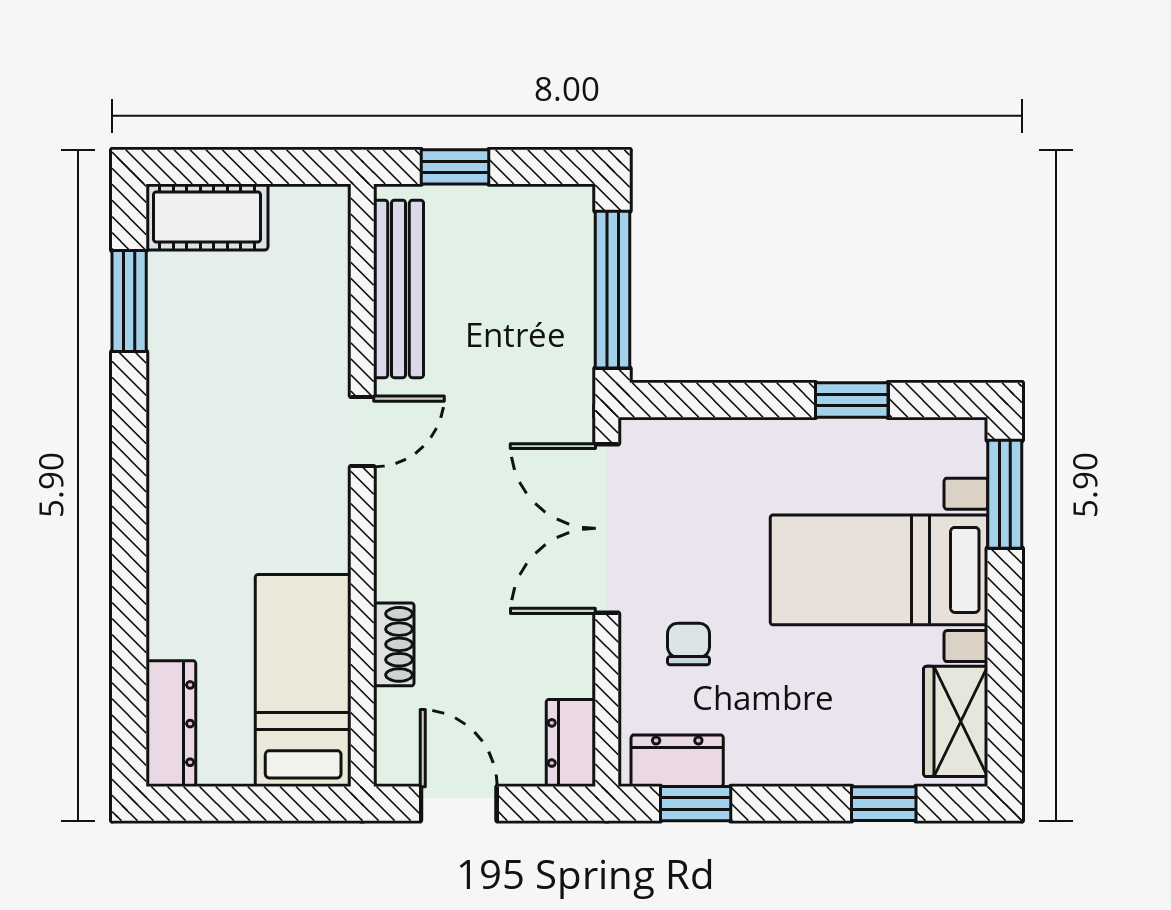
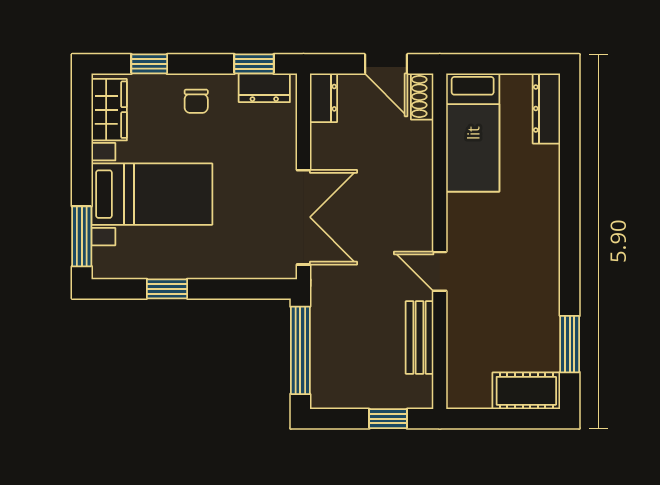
bench: (399, 289) -> (420, 338), width x0.73
door: (362, 431) -> (440, 271), hinge flipped
shoe rack: (394, 644) -> (422, 97), moved
chair: (688, 644) -> (196, 101), moved

